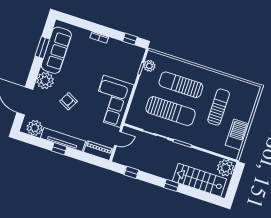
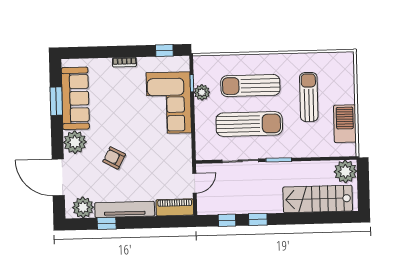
plant: (149, 66) -> (202, 92), moved
corner sofa: (112, 101) -> (169, 103), moved
window: (59, 149) -> (107, 223), moved
window: (171, 185) -> (258, 219), moved

